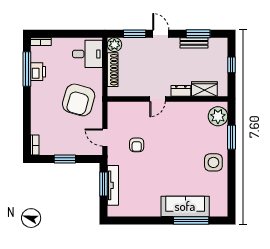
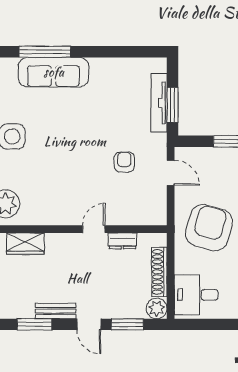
bench: (194, 43) -> (56, 311), moved
dresser: (181, 91) -> (122, 241), moved

